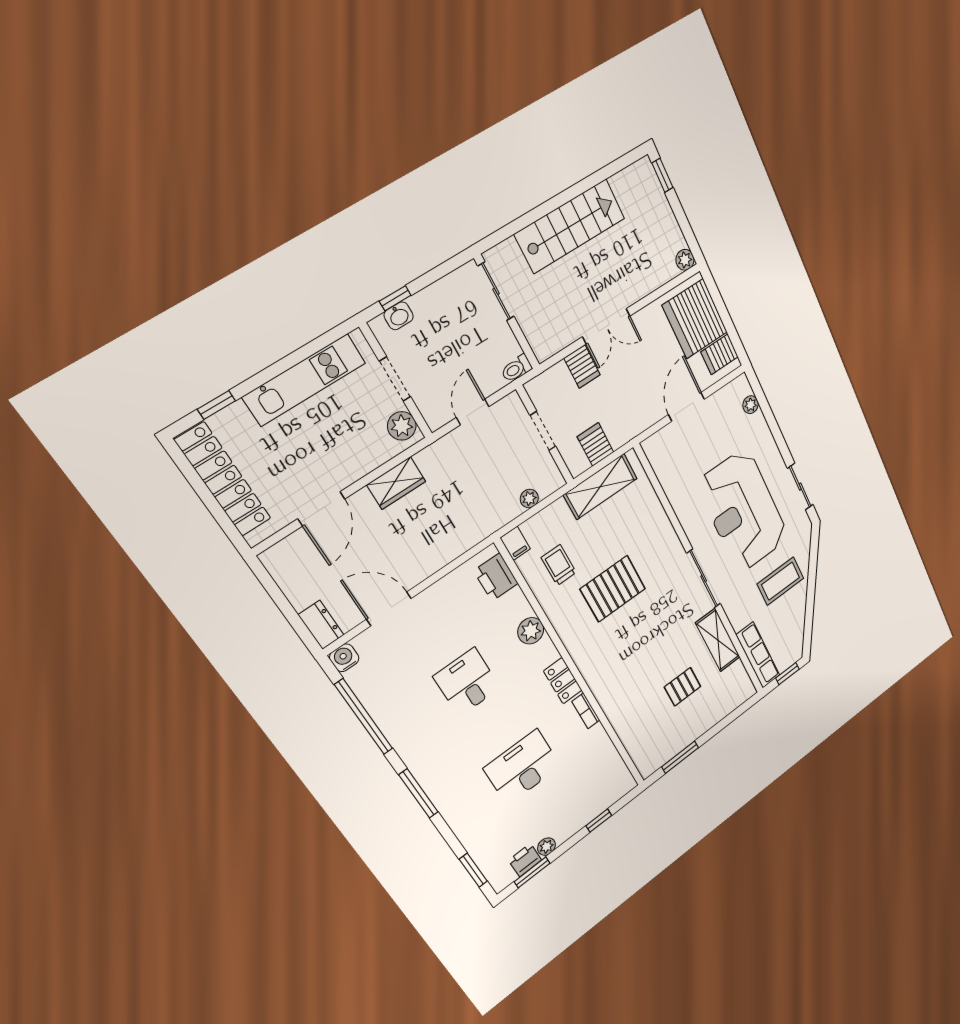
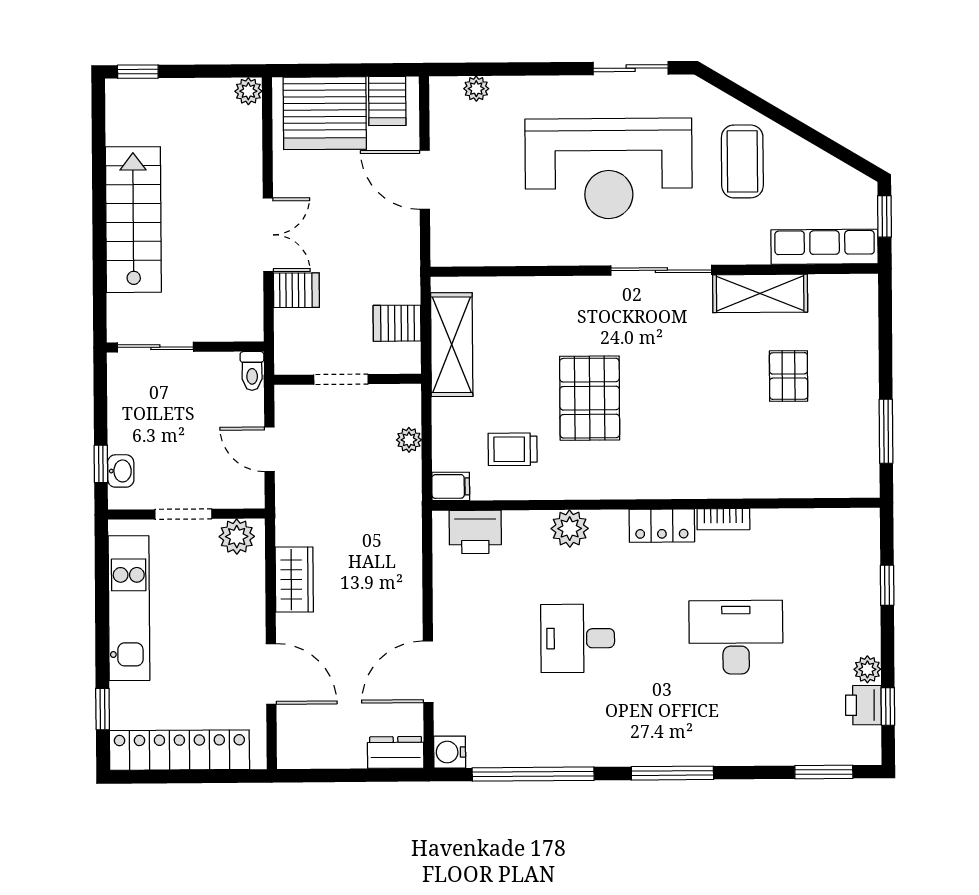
desk: (522, 767) -> (736, 637), turned 90
window: (532, 872) -> (888, 706), width x0.67

